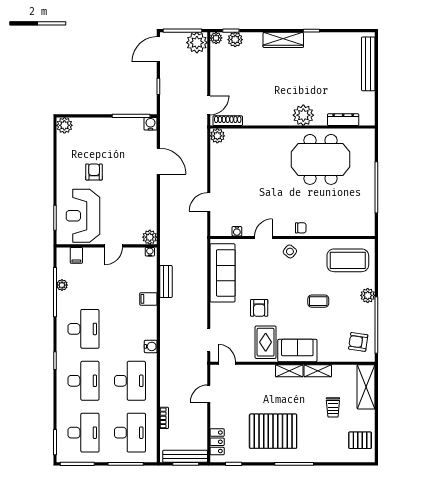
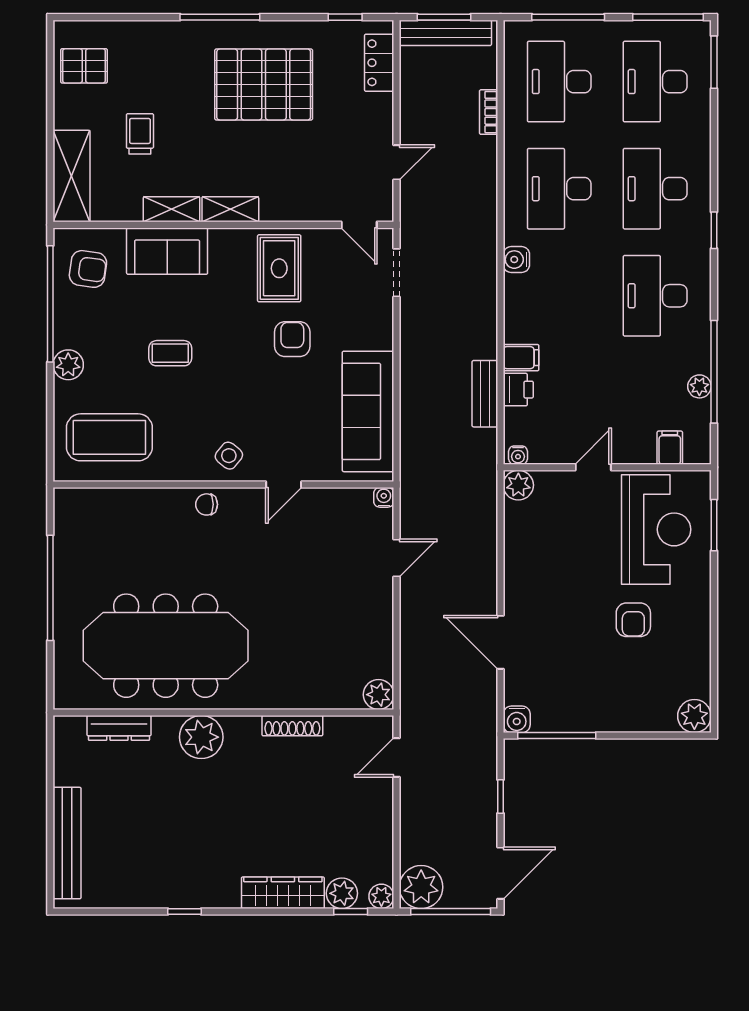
wardrobe: (283, 40) -> (283, 893), moved
shoe rack: (228, 121) -> (292, 726), moved
meeting table: (321, 159) -> (166, 646), width x1.36
water cooler: (237, 231) -> (384, 497), moved
printer: (150, 283) -> (518, 390), added
sofa: (297, 351) -> (167, 251), moved

